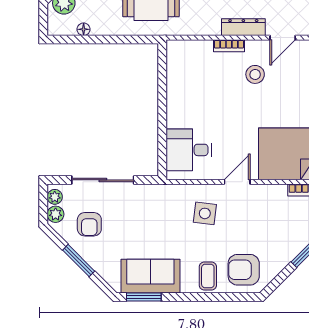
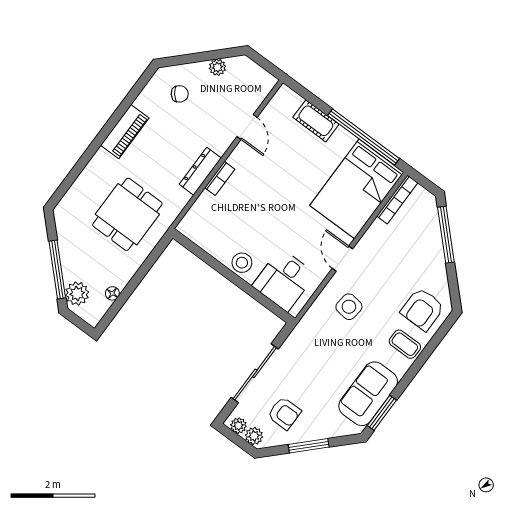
dresser: (243, 27) -> (200, 171), moved
stool: (255, 74) -> (242, 263), moved

